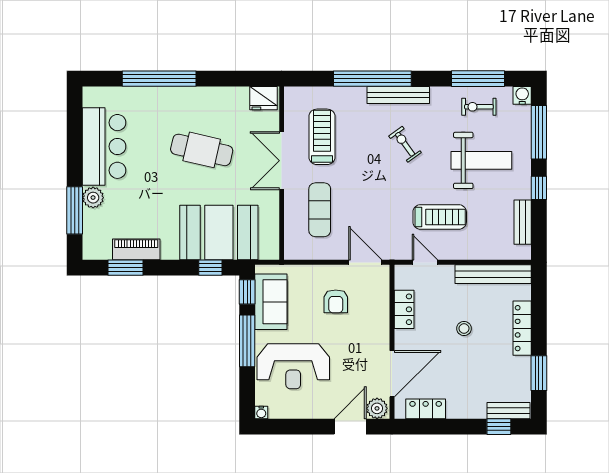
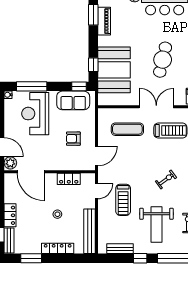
window: (247, 341) -> (32, 86), moved
locker: (426, 409) -> (10, 215), moved

